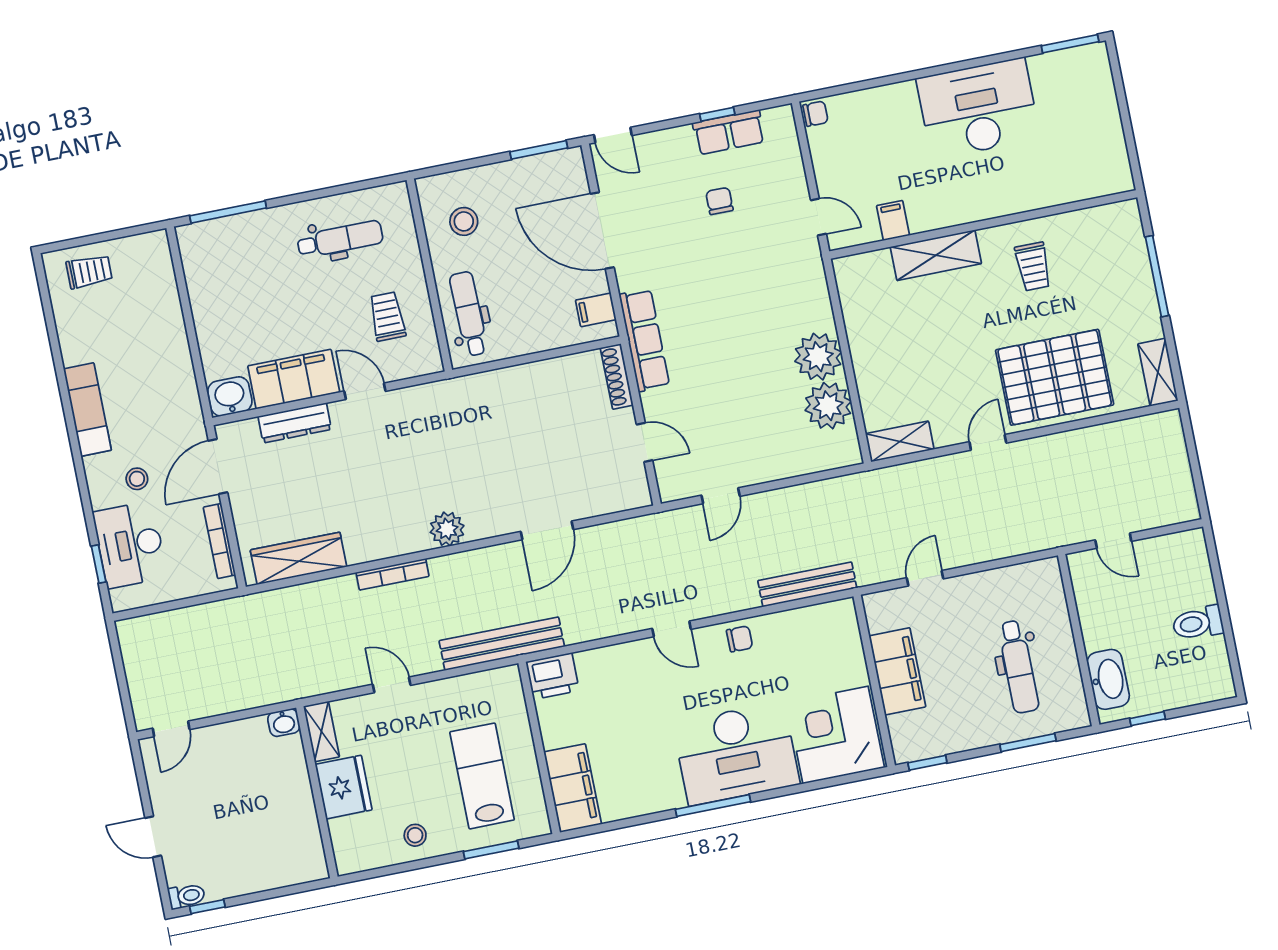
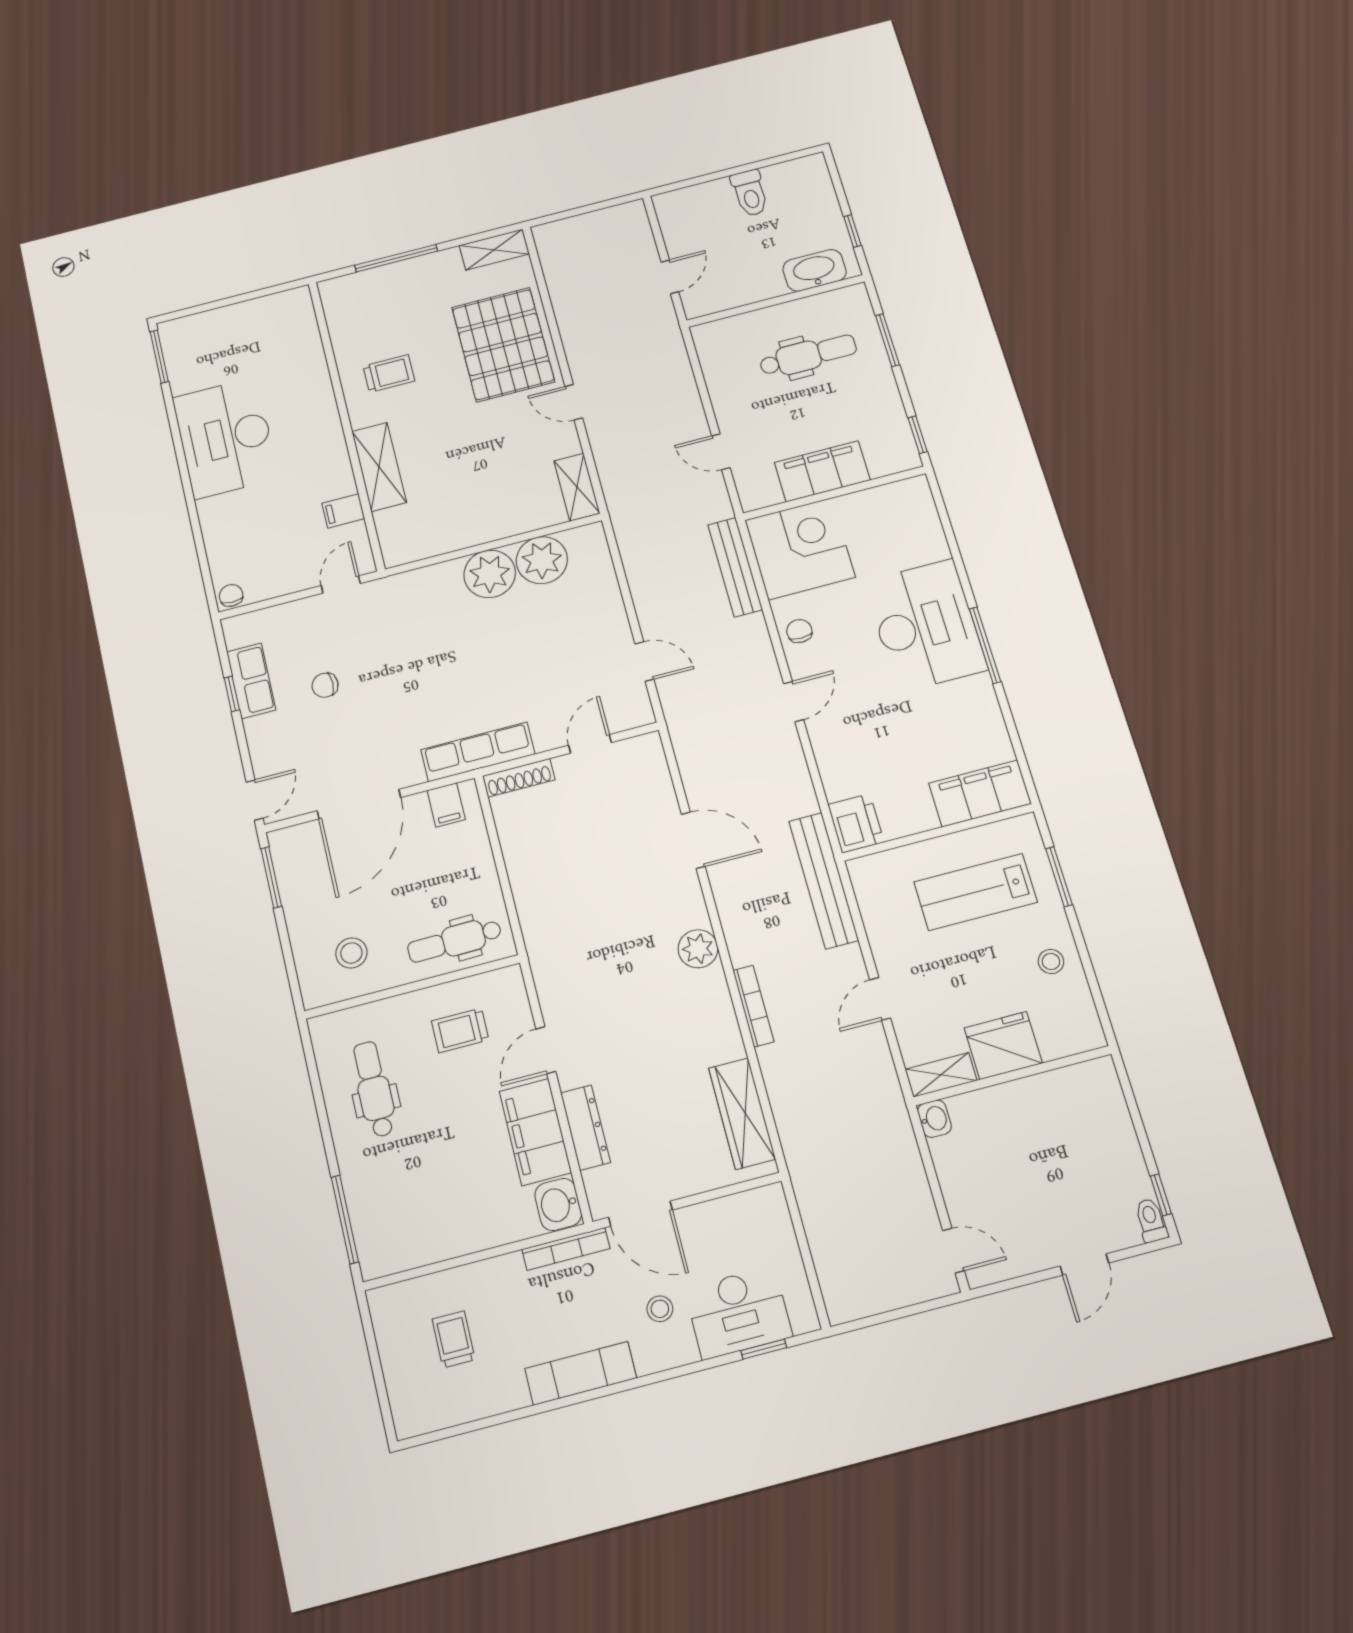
trolley: (89, 271) -> (454, 1339), moved
bookcase: (220, 541) -> (566, 1249), moved
corner desk: (836, 735) -> (800, 549), moved, turned 180

